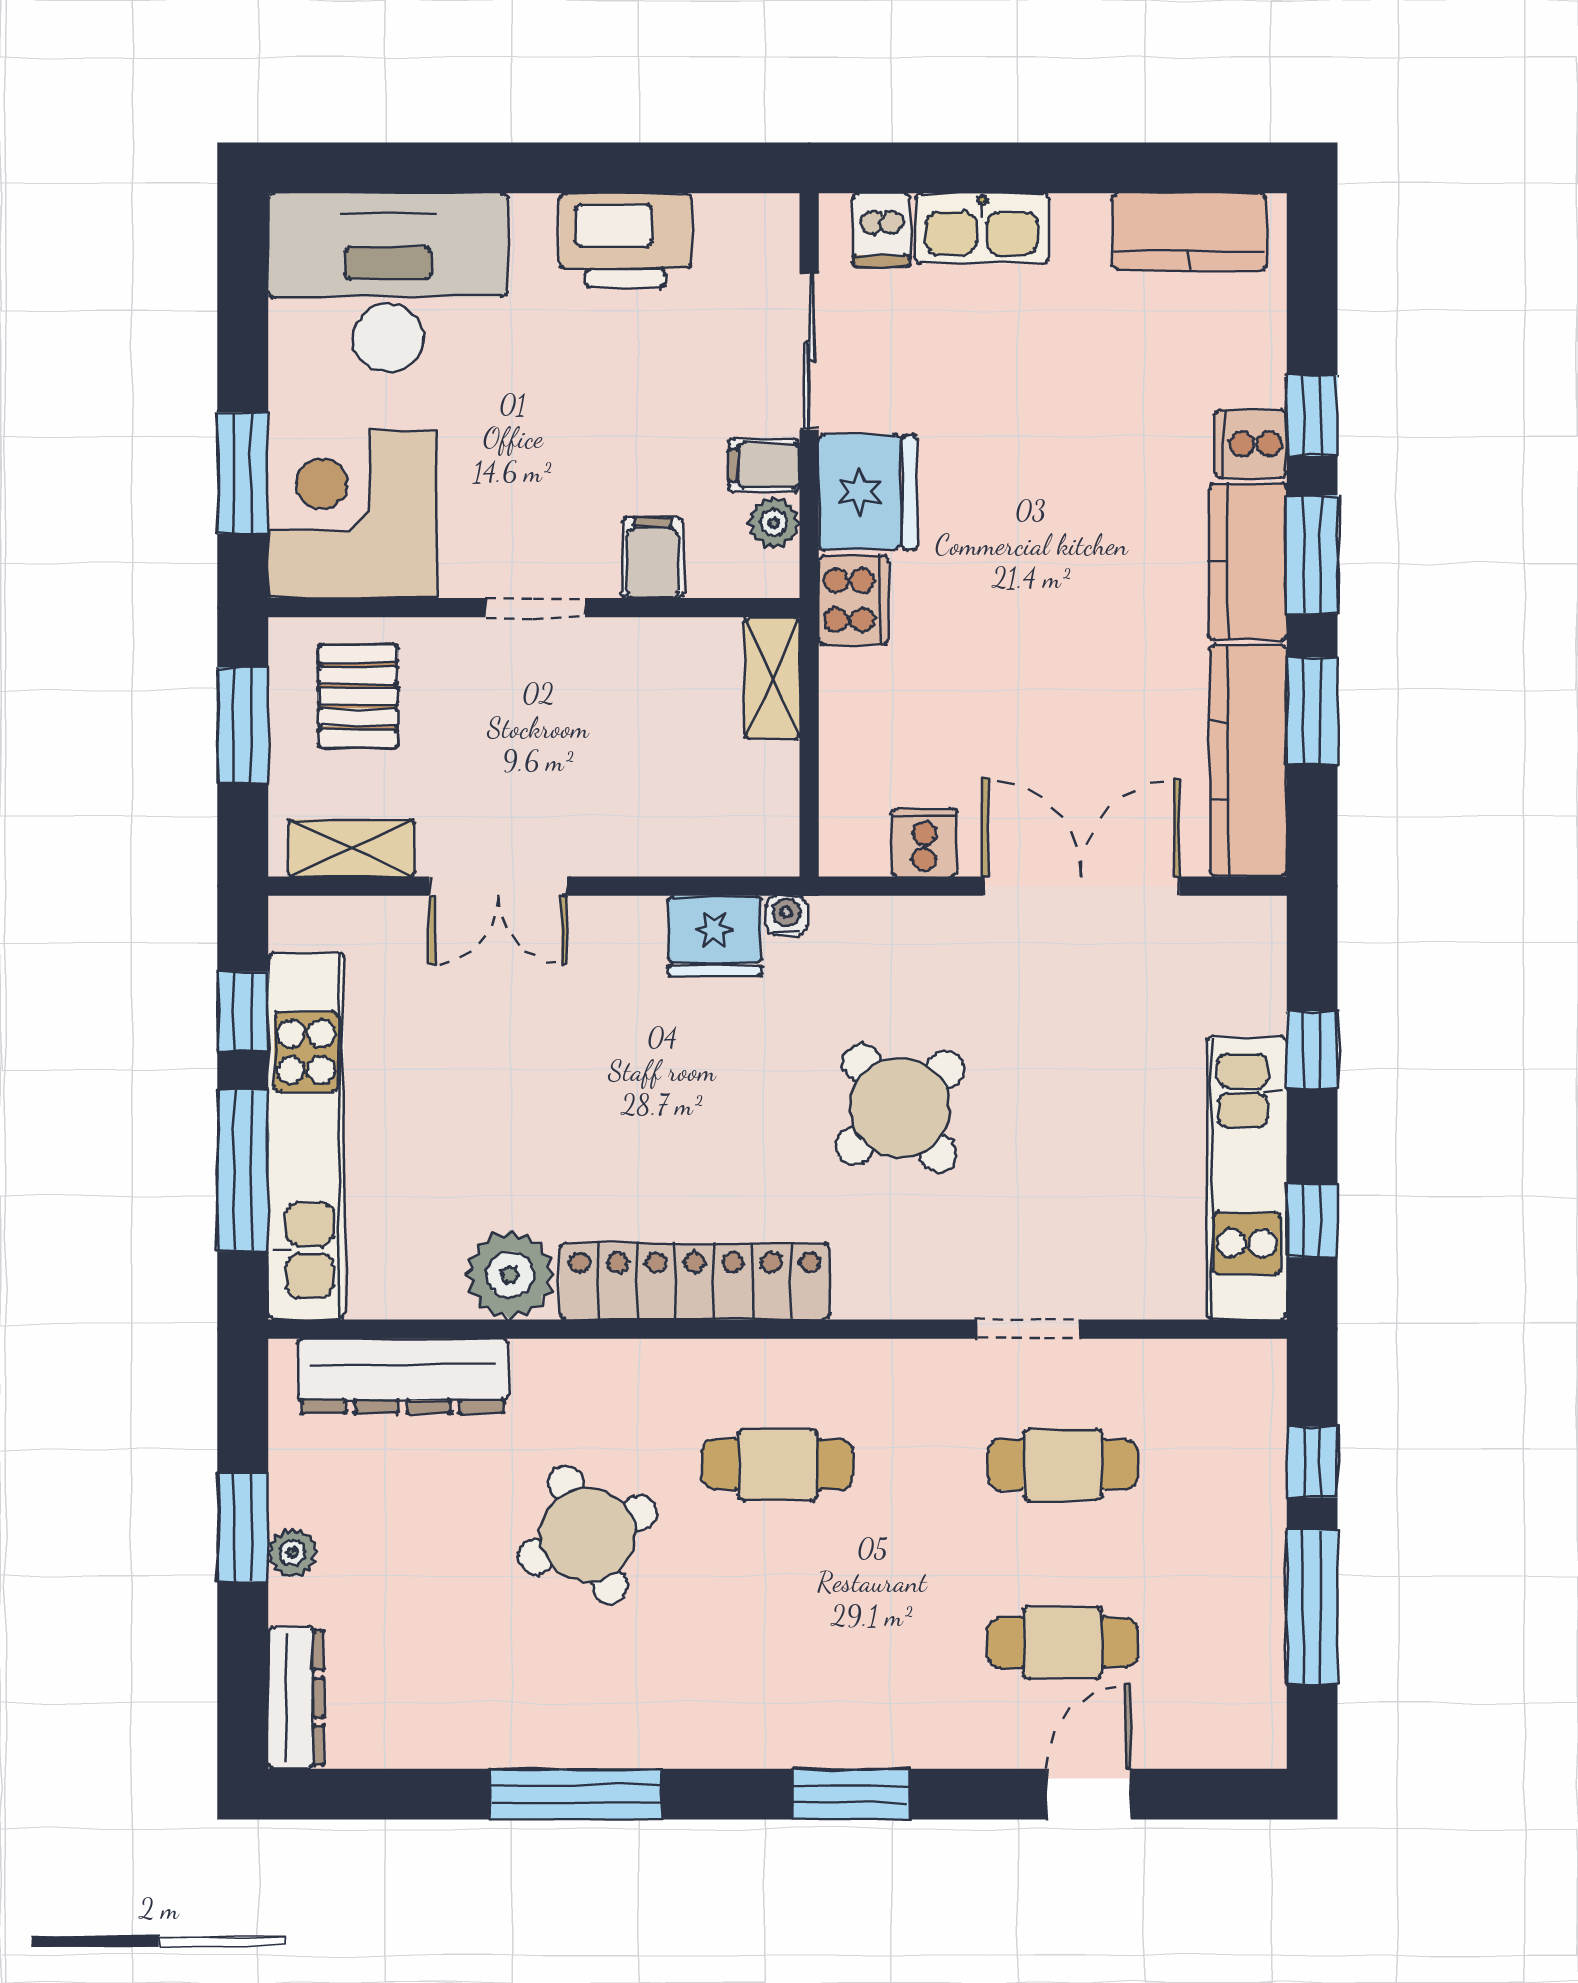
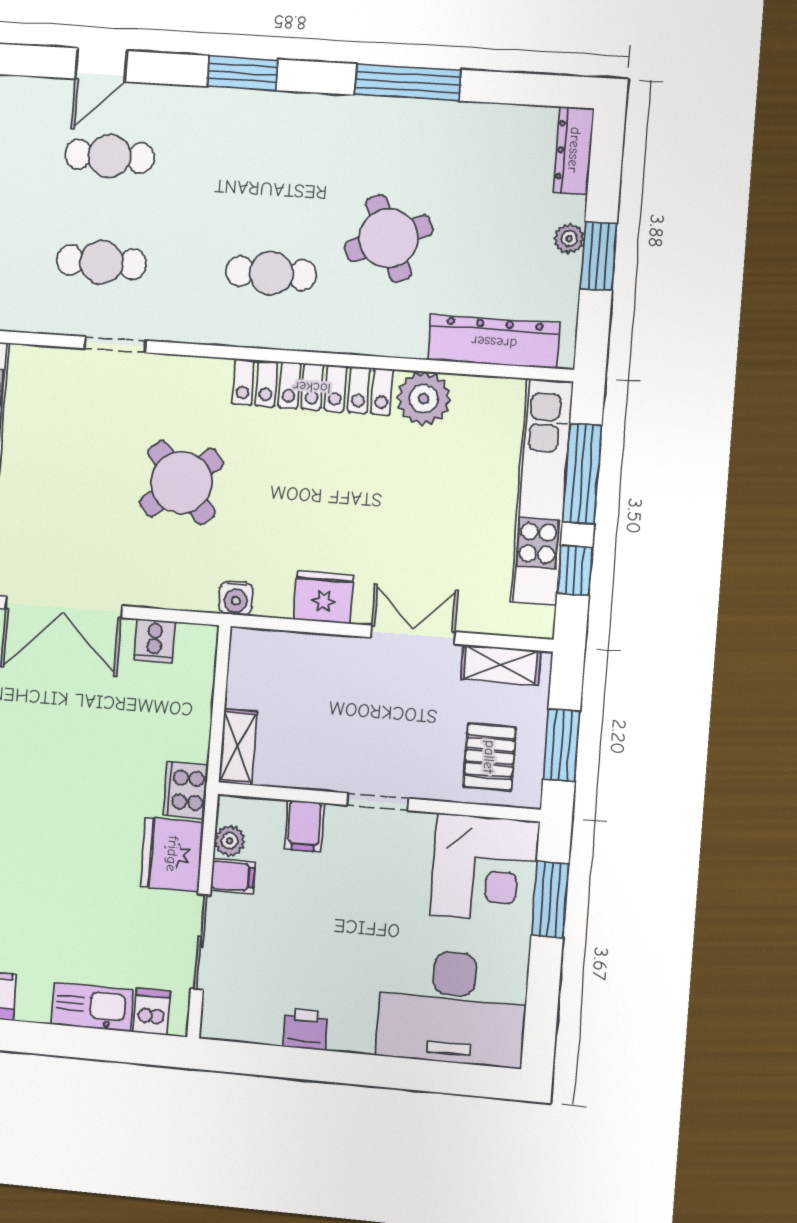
printer: (625, 240) -> (305, 1029), width x0.53, depth x0.68
water cooler: (787, 916) -> (236, 598), width x1.38, depth x1.38
fridge: (715, 936) -> (324, 597), moved

